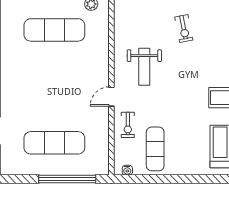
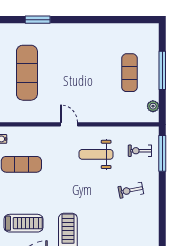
exercise mat: (54, 30) -> (129, 73), width x0.73, depth x0.69
exercise bike: (128, 125) -> (140, 151), moved

